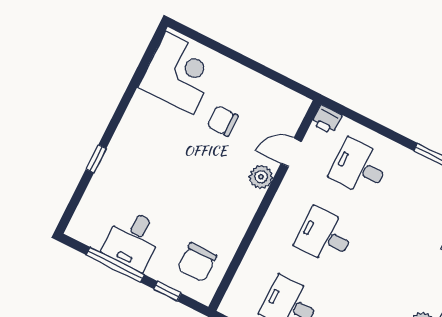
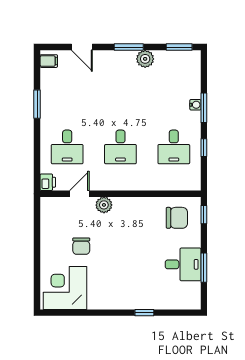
door: (291, 153) -> (79, 194), swing flipped
window: (115, 265) -> (204, 268), width x0.69
window: (167, 291) -> (204, 215), moved

